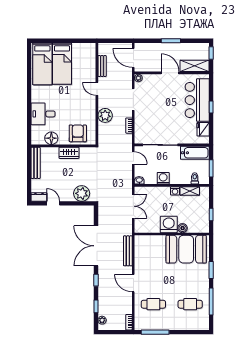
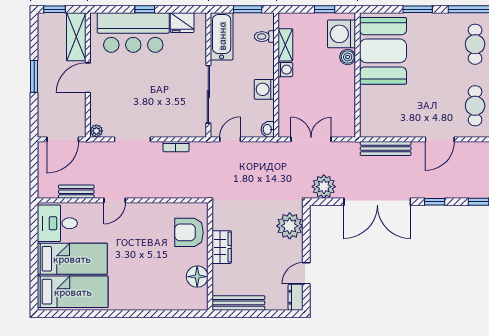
desk: (43, 114) -> (57, 223), moved, turned 90
plant: (105, 115) -> (324, 187), moved
washing machine: (169, 224) -> (342, 34), moved

